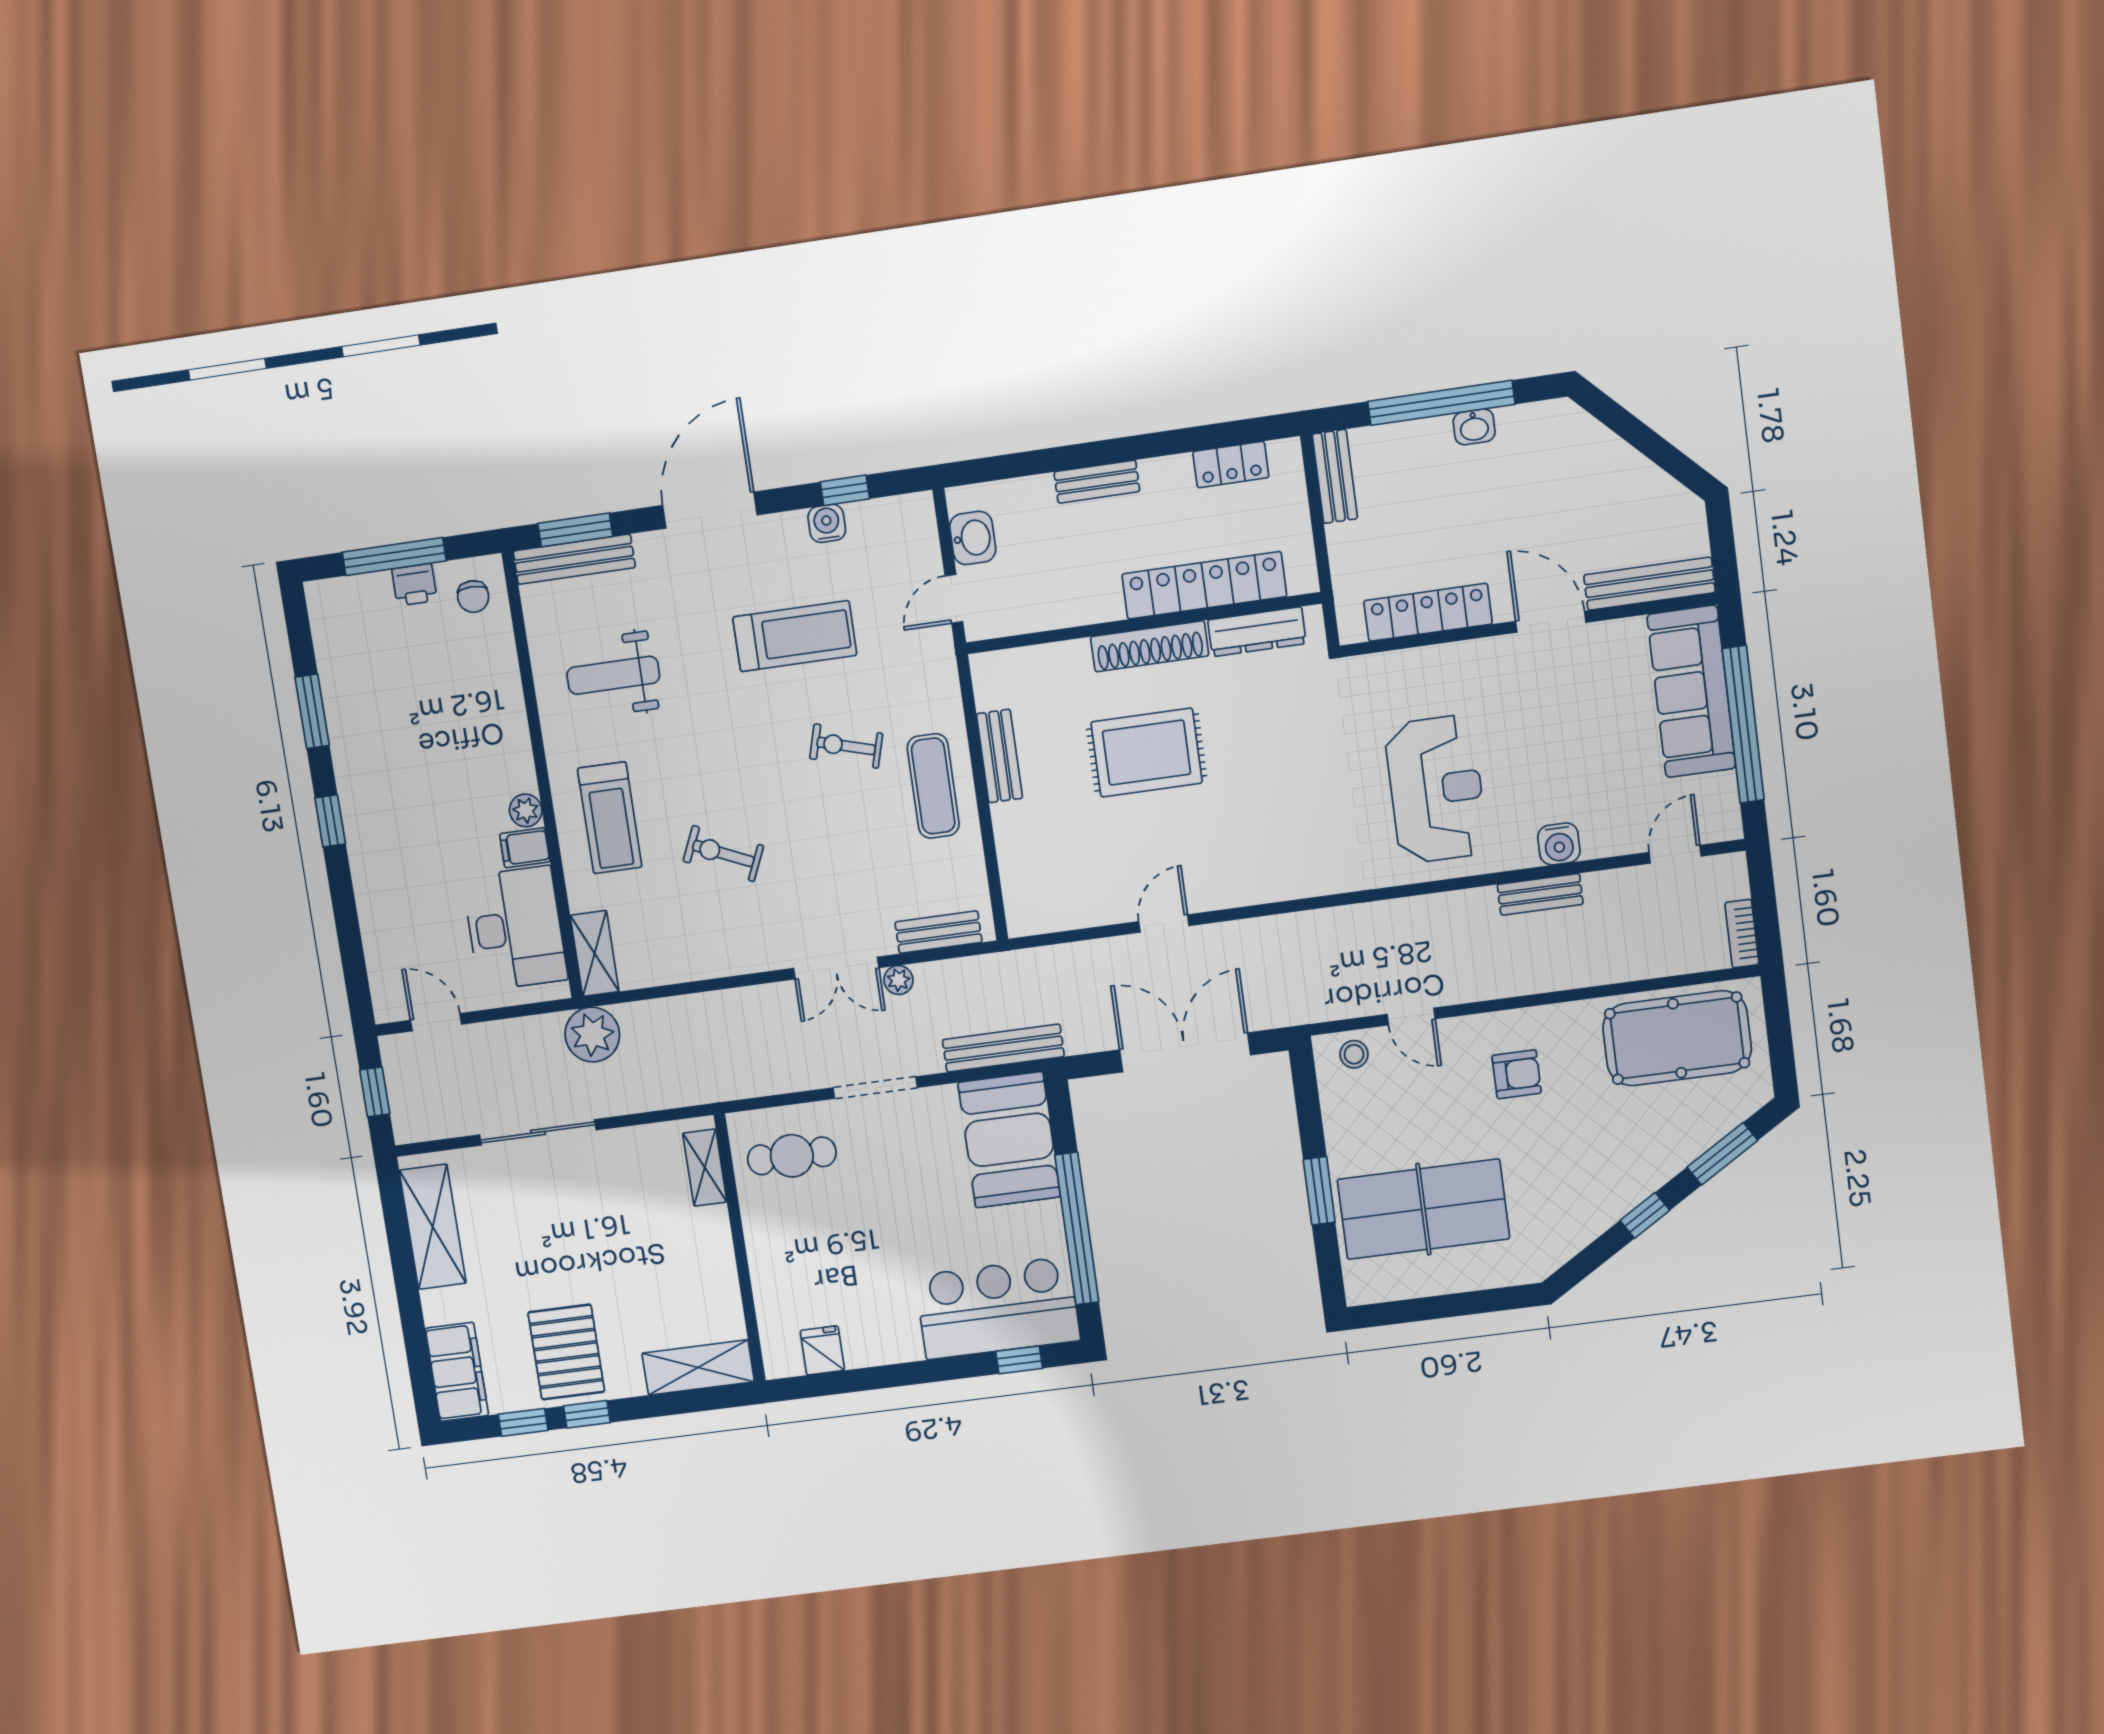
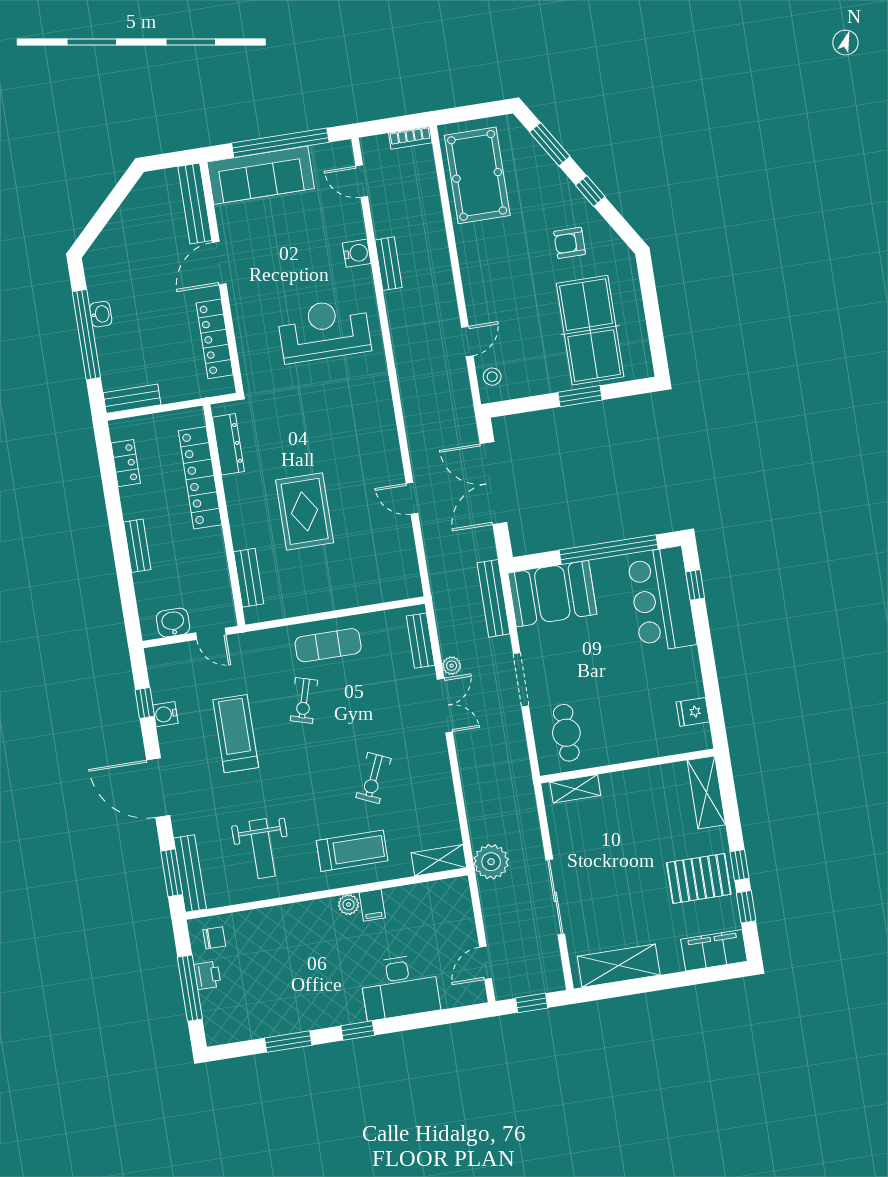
shoe rack: (1150, 646) -> (238, 511), removed
bench: (999, 756) -> (249, 578), moved, turned 90
desk: (515, 928) -> (400, 987), moved, turned 180
armchair: (1517, 1074) -> (570, 243), moved, turned -90

